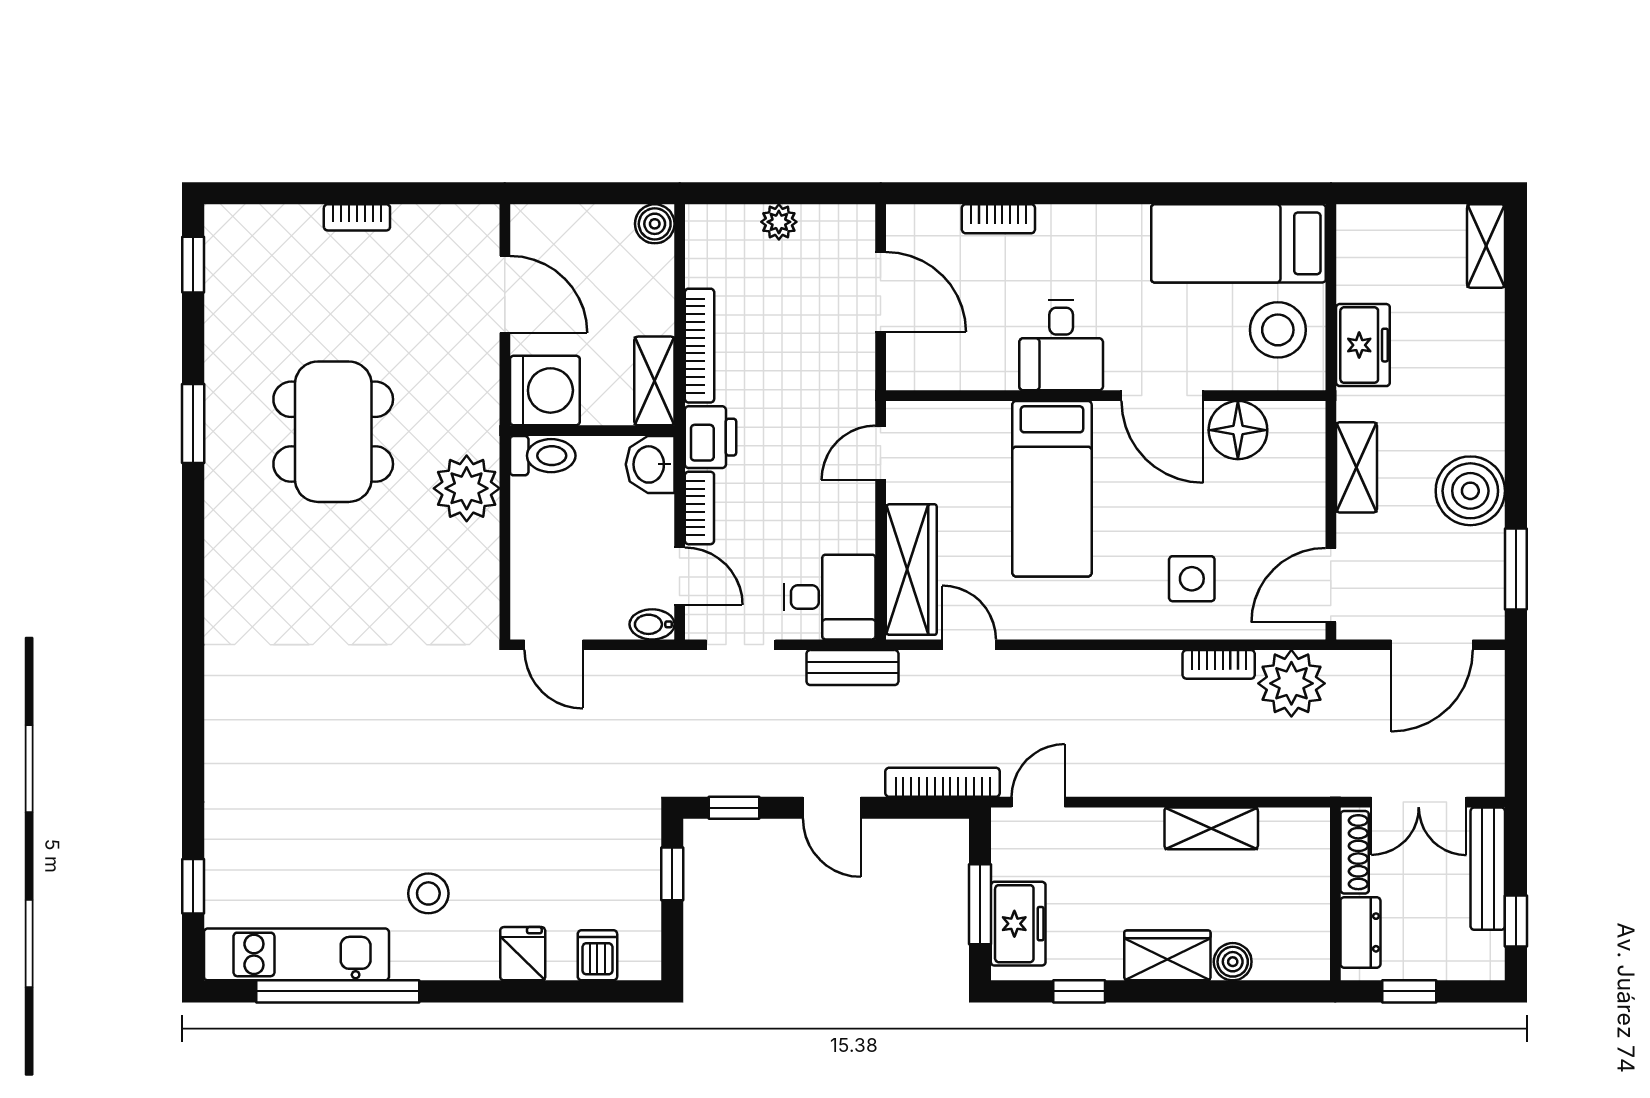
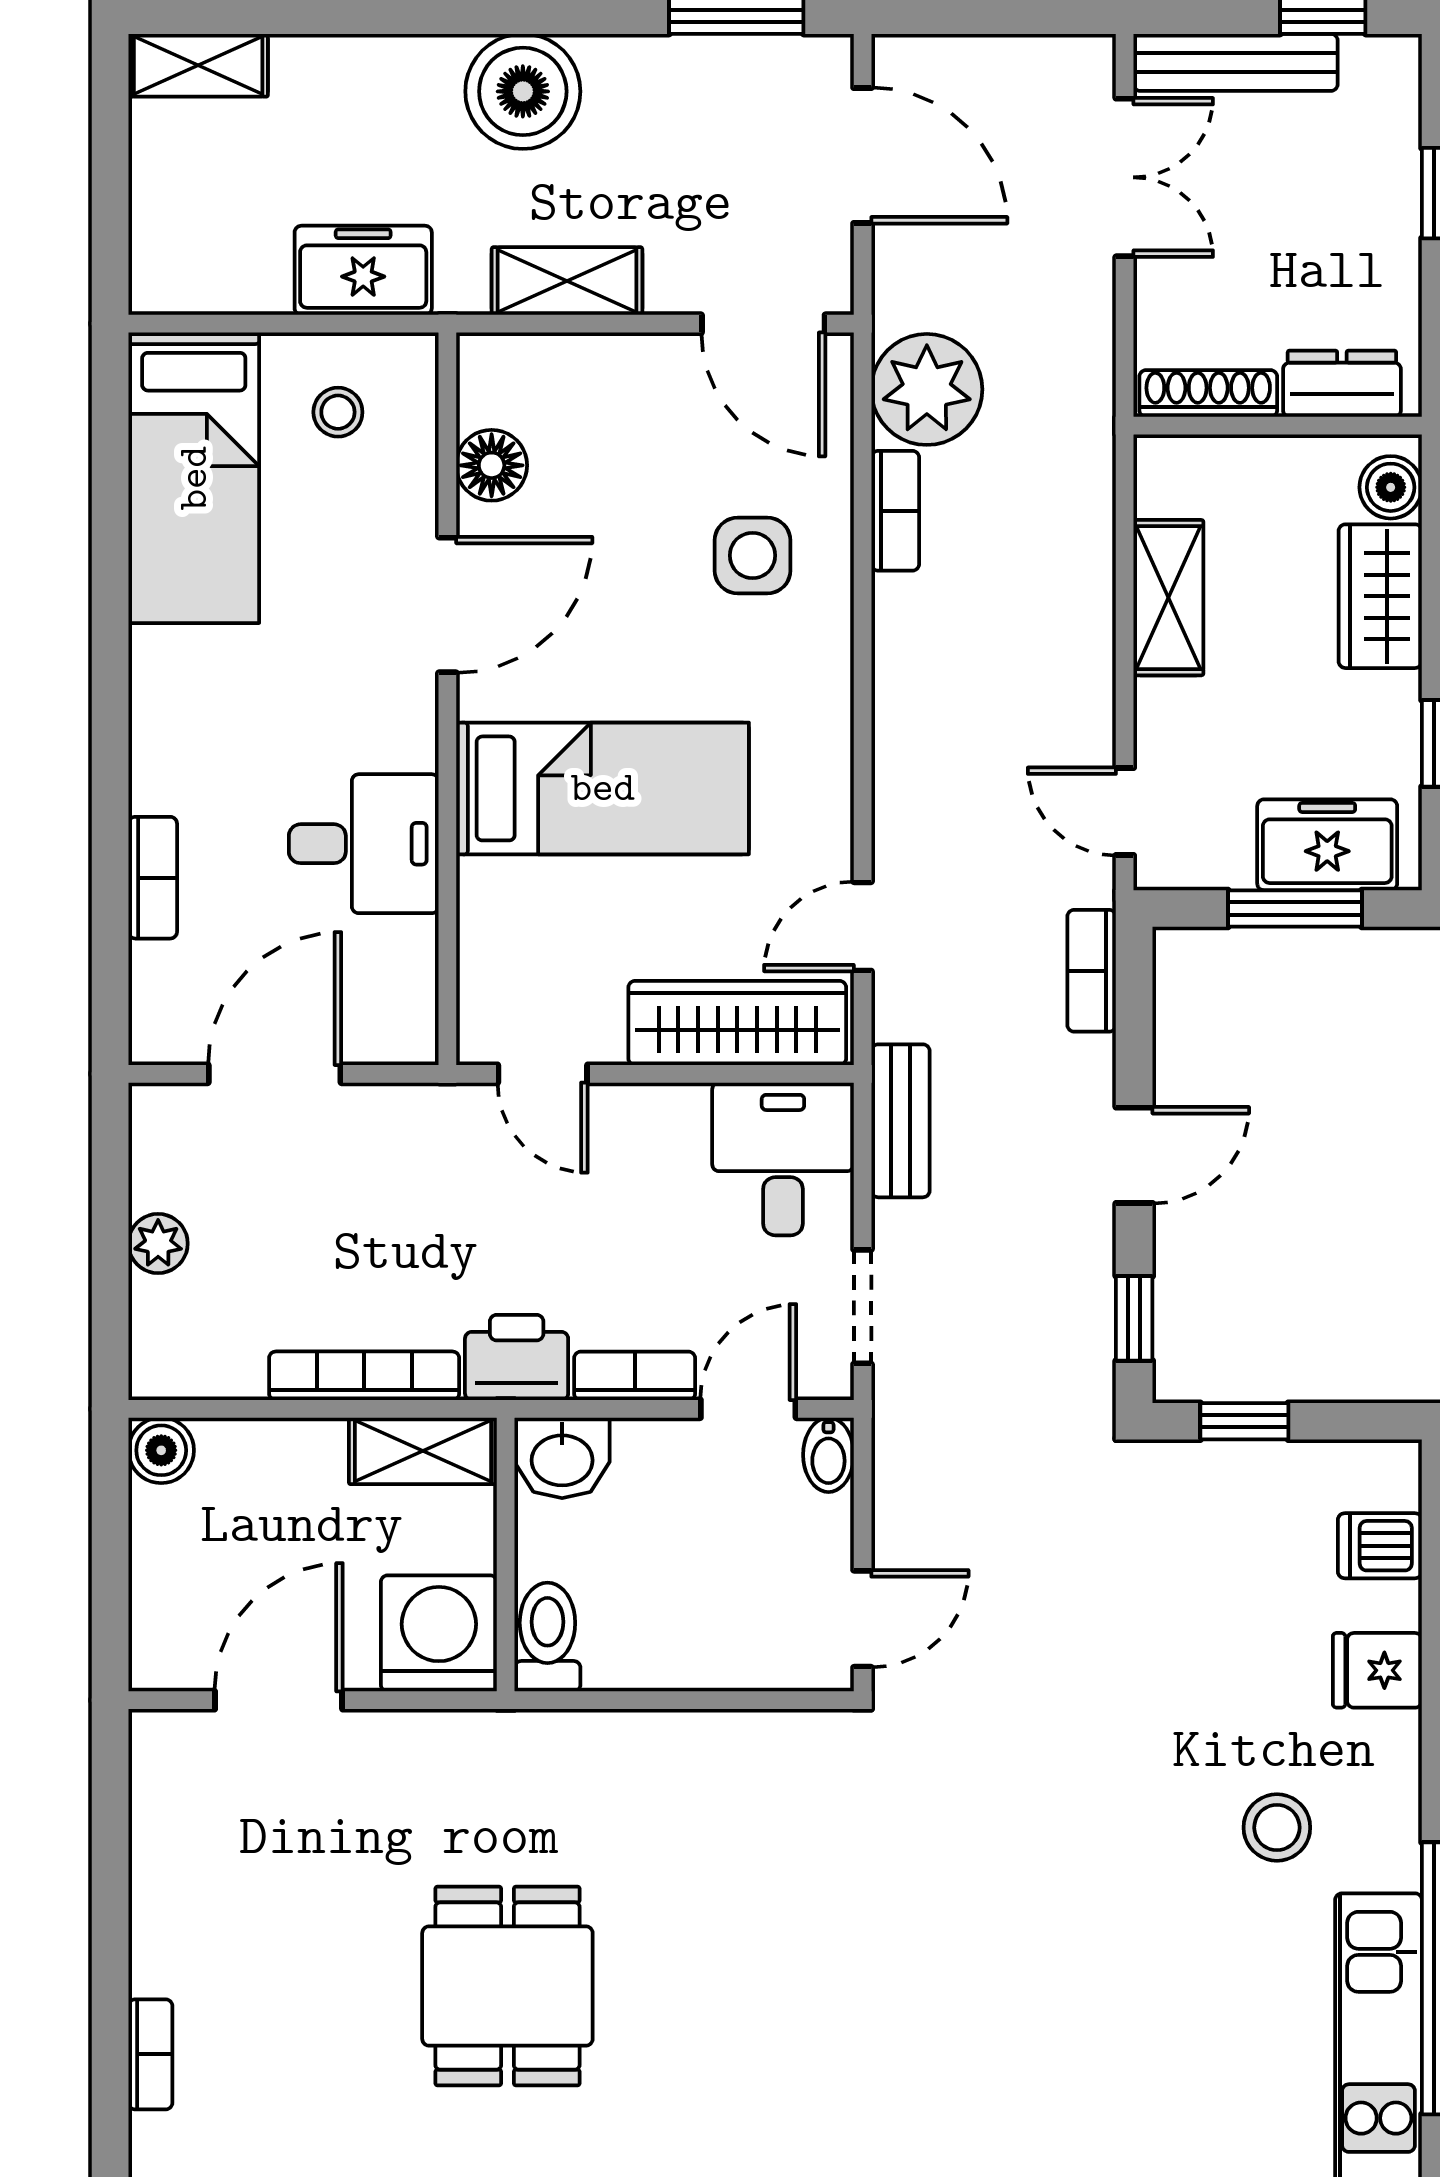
bookcase: (357, 217) -> (150, 2054), moved
stool: (1278, 330) -> (338, 412), width x0.53, depth x0.53
desk: (1061, 345) -> (364, 844), moved
floor lamp: (1238, 430) -> (492, 465), width x0.73, depth x0.73
dining table: (333, 432) -> (507, 1986), width x0.73
plant: (467, 488) -> (602, 1764), removed
boiler: (1470, 491) -> (523, 91), moved
bookcase: (943, 782) -> (1092, 971), width x0.64
shelving: (1211, 828) -> (1168, 598), moved
shoe rack: (1355, 852) -> (1208, 393), moved
wall: (1335, 894) -> (1278, 426), moved
dresser: (1360, 932) -> (1342, 384), moved

